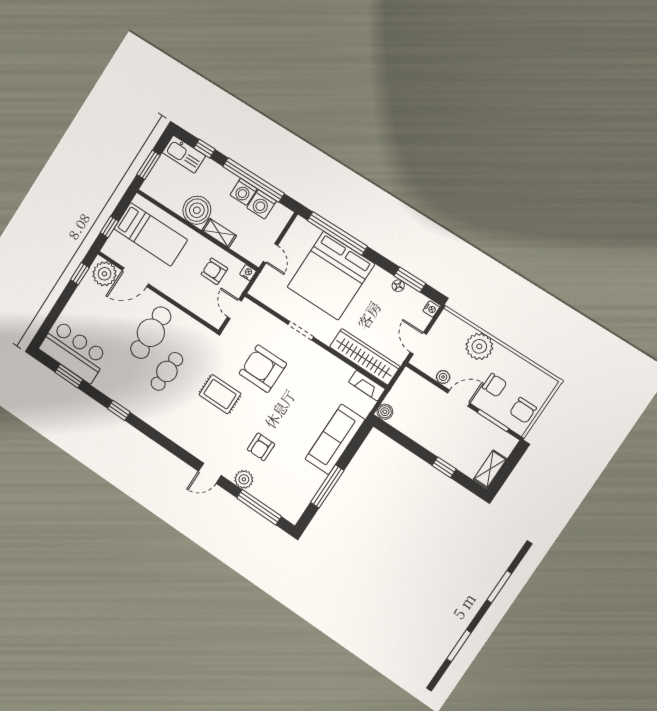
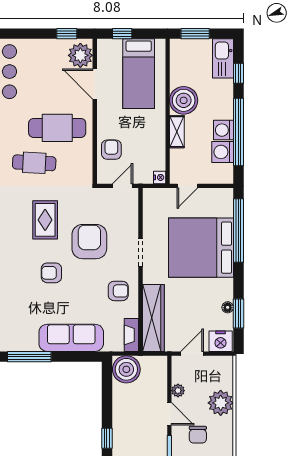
armchair: (214, 271) -> (111, 150), moved
nightstand: (431, 309) -> (221, 341), width x1.89, depth x1.79
armchair: (321, 372) -> (118, 291), added
boiler: (385, 412) -> (126, 369), width x1.86, depth x1.86
armchair: (261, 447) -> (51, 273), moved

